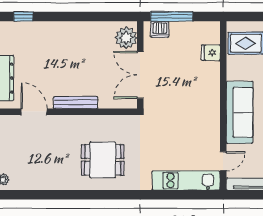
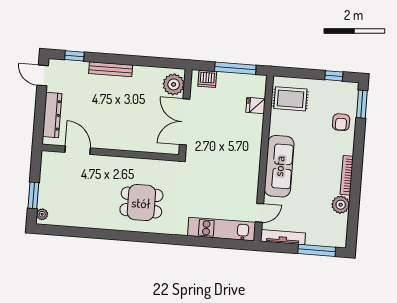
window: (172, 16) -> (235, 68), moved
bench: (76, 103) -> (111, 69), moved

